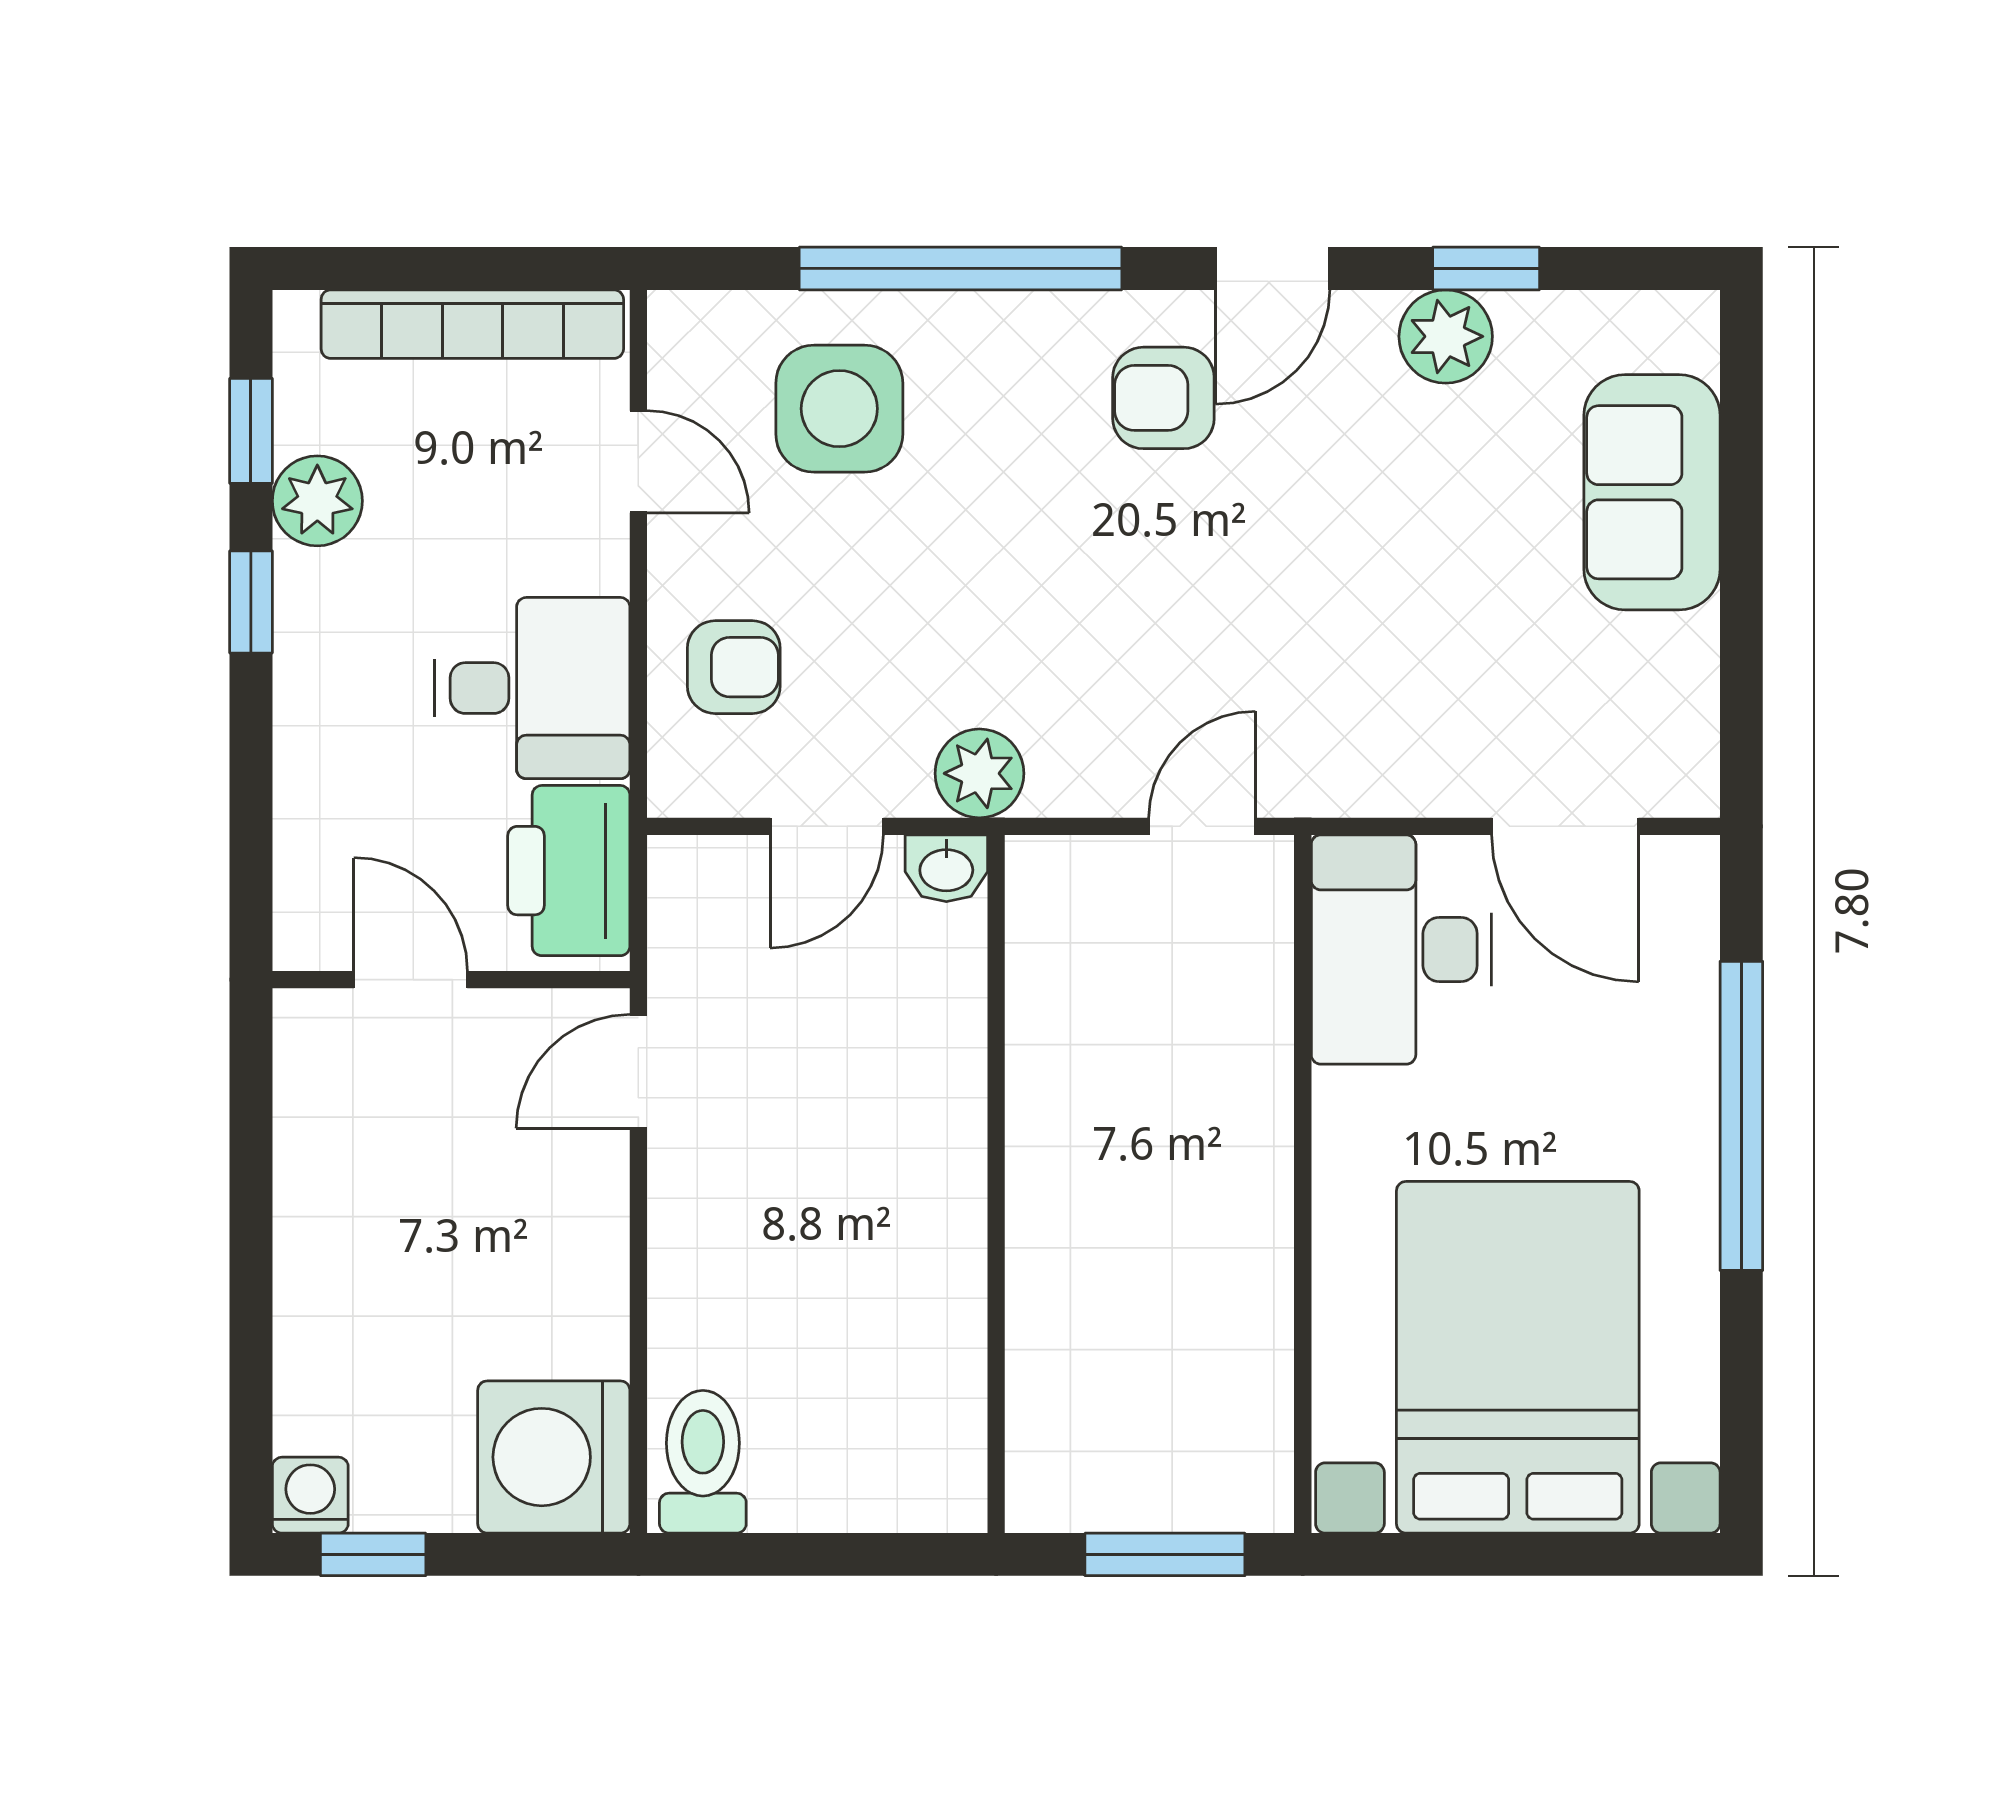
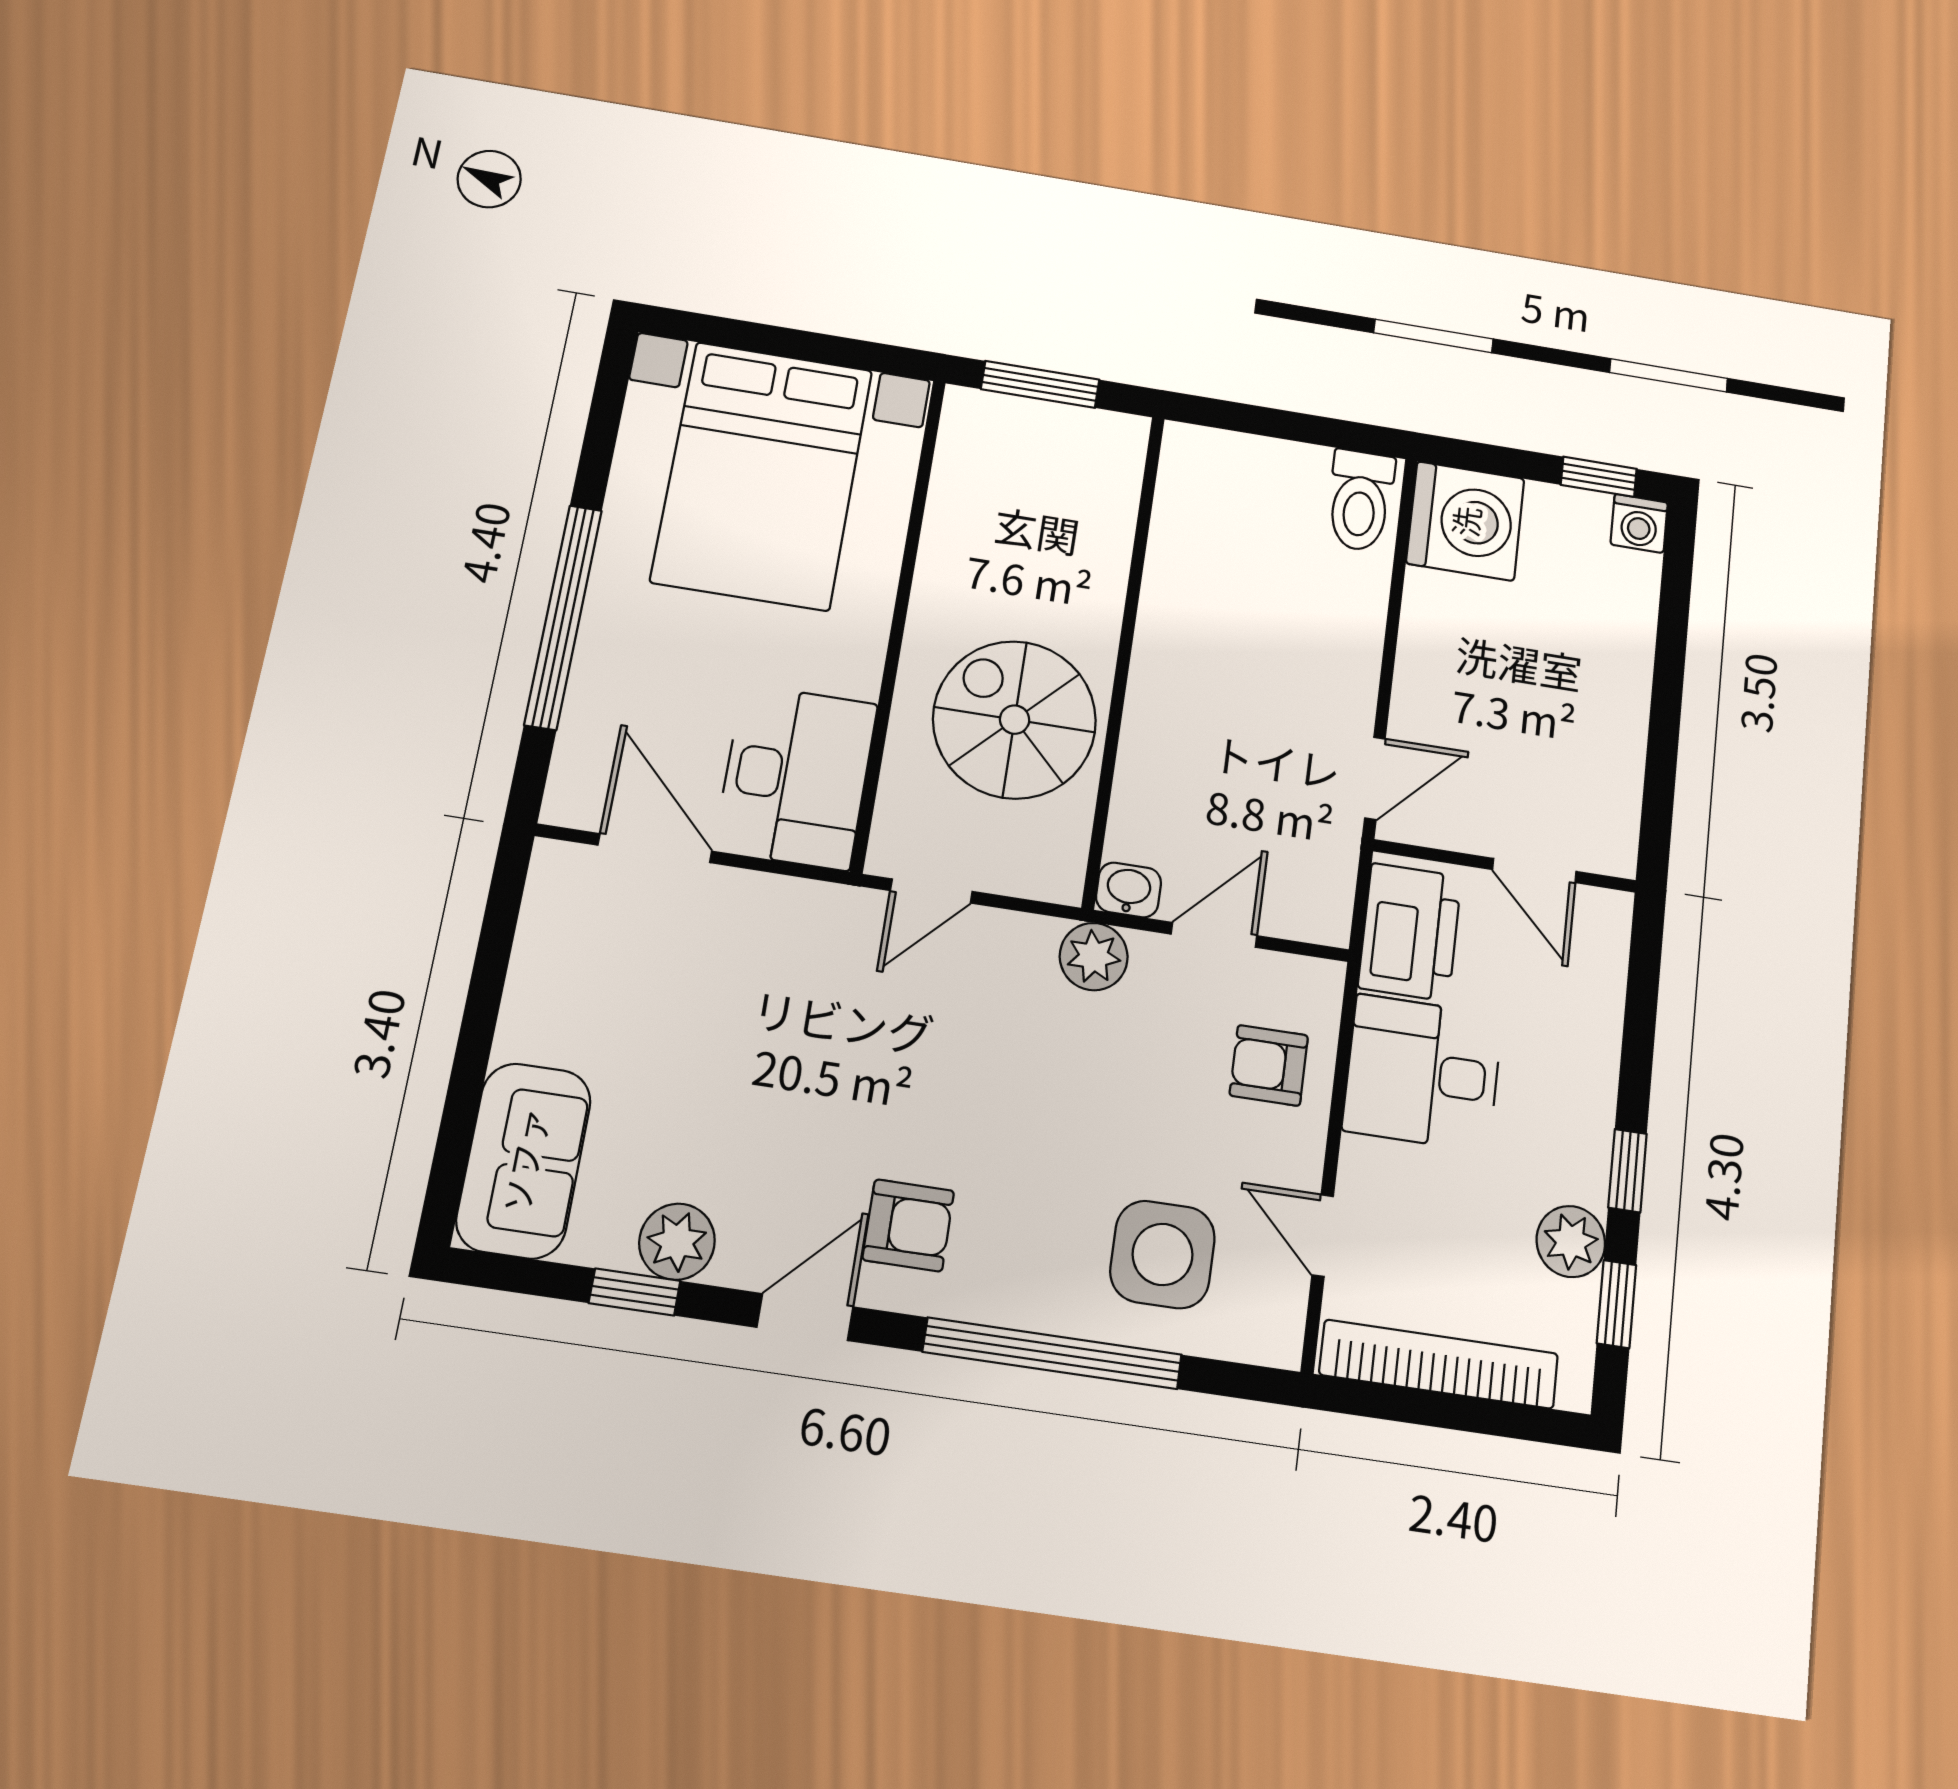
sofa: (1652, 492) -> (524, 1160), moved
spiral stairs: (1129, 1073) -> (1015, 720), added

